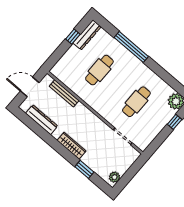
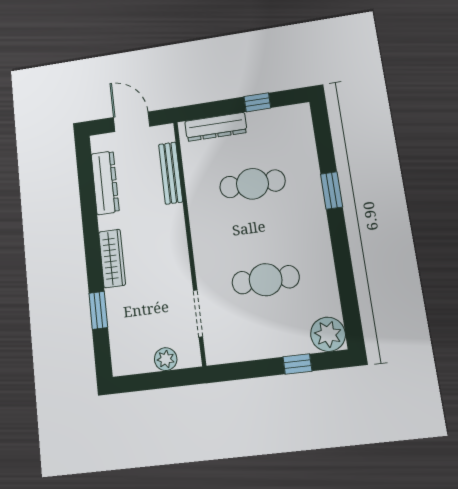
dresser: (87, 35) -> (216, 127), moved
window: (131, 47) -> (332, 190), width x0.47
plant: (114, 177) -> (166, 359), moved

